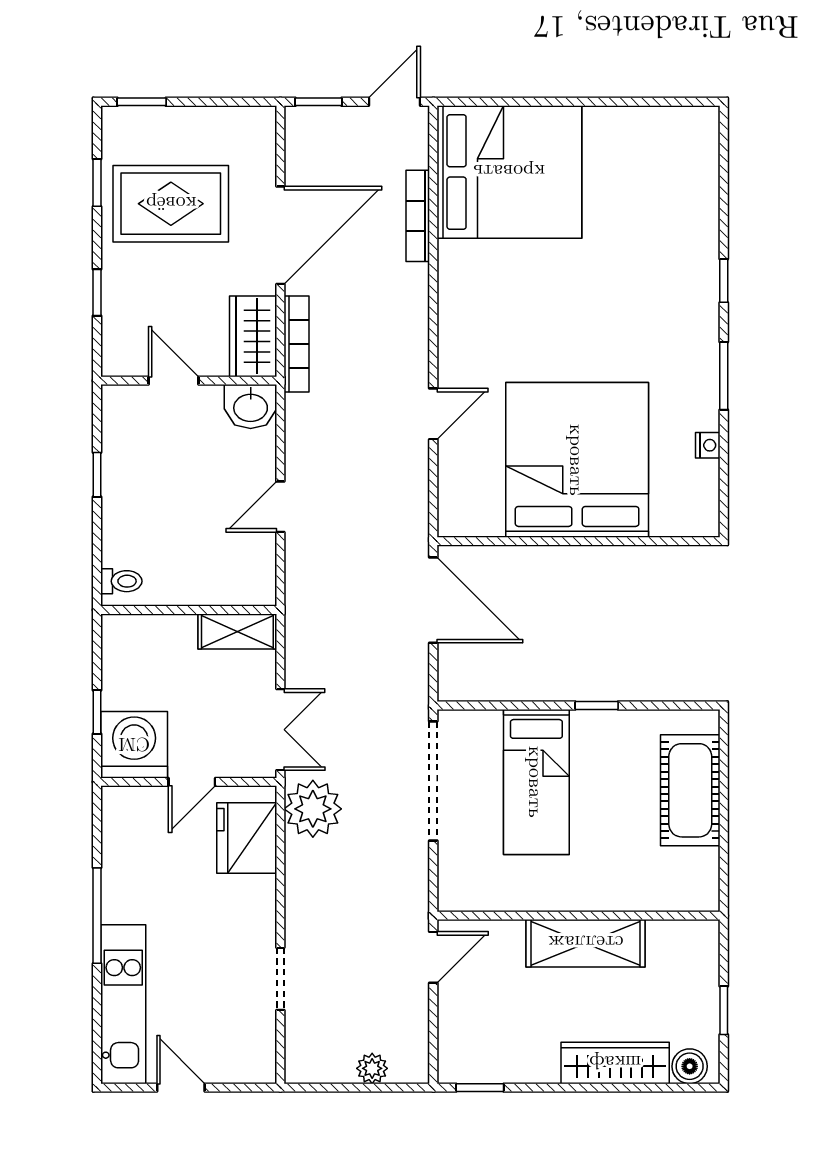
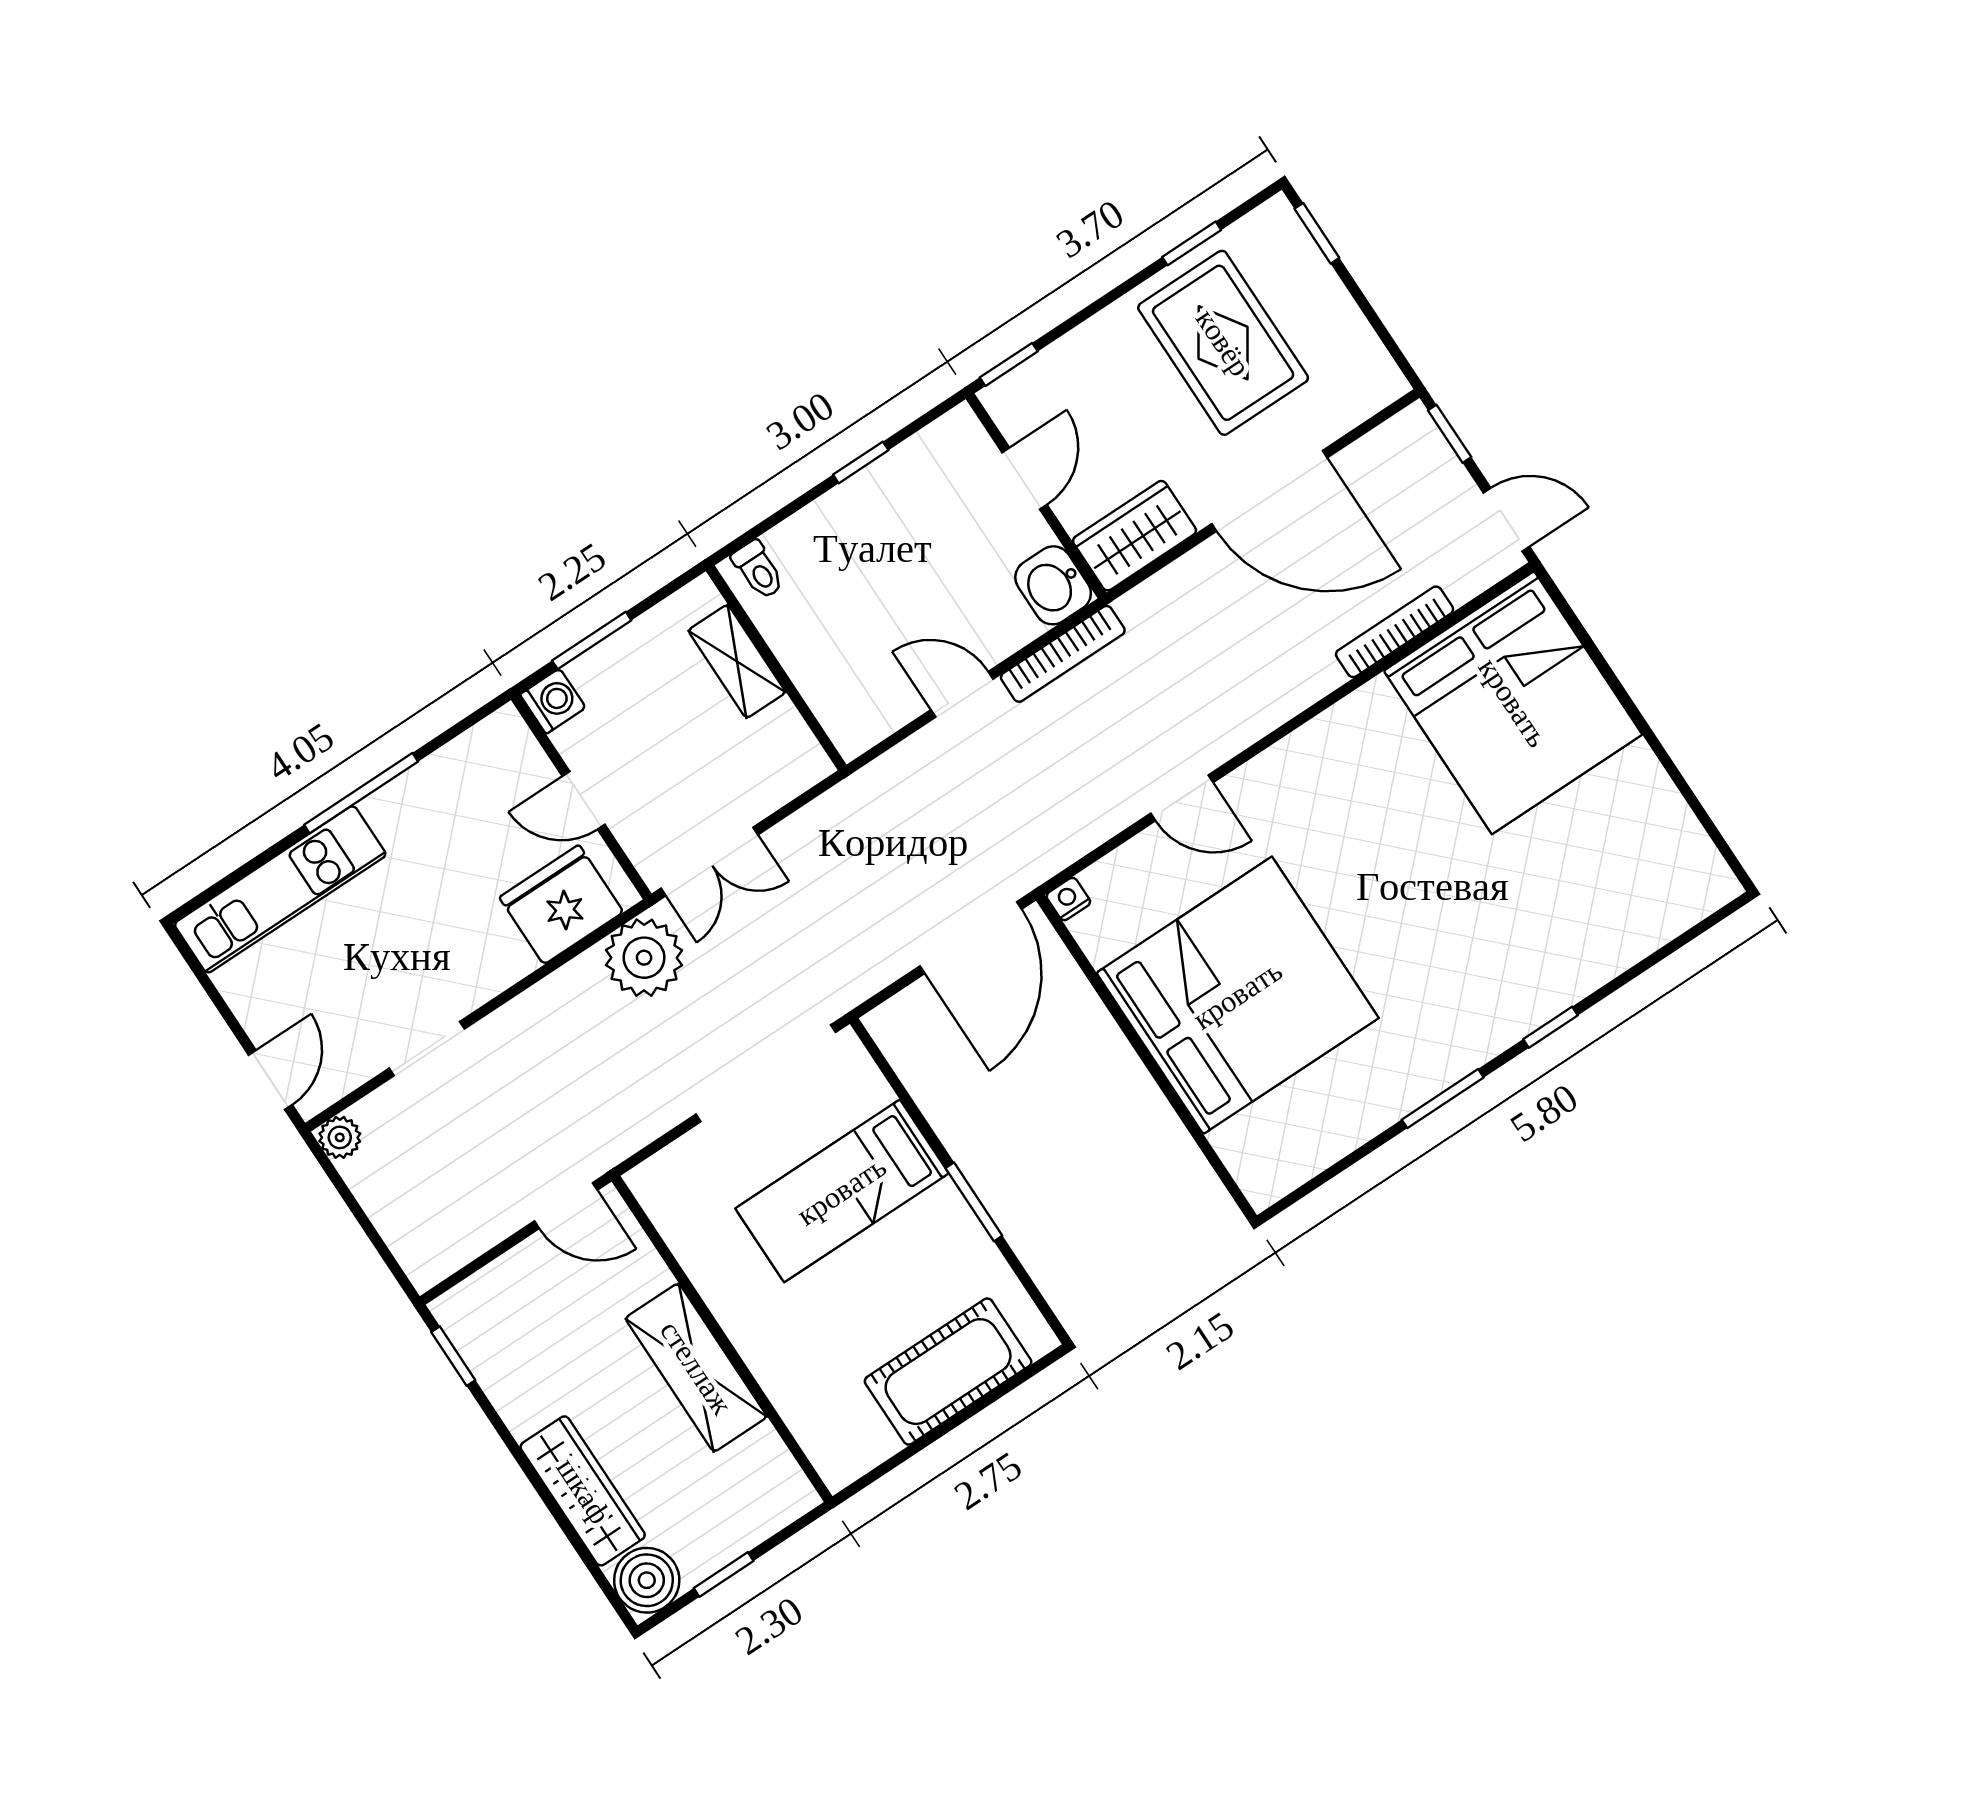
window: (97, 293) -> (1009, 364), moved
bookcase: (297, 344) -> (1063, 654), moved
nightstand: (708, 445) -> (1068, 899), moved, turned 180
shelving: (237, 631) -> (737, 661), moved
window: (597, 705) -> (974, 1202), width x1.50
window: (97, 712) -> (592, 640), width x1.50
washing machine: (134, 745) -> (553, 701), width x0.53, depth x0.53
boiler: (690, 1066) -> (647, 1580), width x1.36, depth x1.36
plant: (372, 1068) -> (340, 1137), moved
door: (181, 1088) -> (270, 1080), moved

